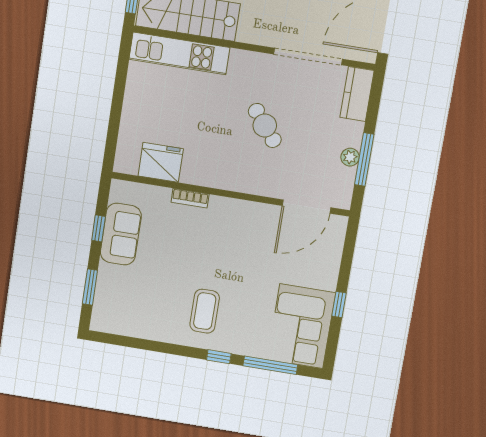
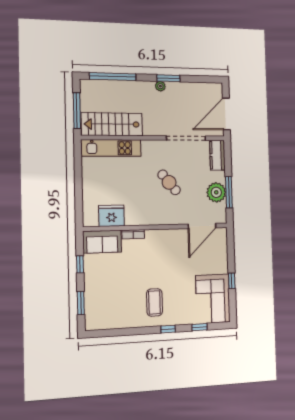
plant: (350, 157) -> (216, 192), width x1.87, depth x1.87
sofa: (121, 234) -> (102, 242), moved, turned 90
window: (270, 365) -> (200, 327), width x0.46

